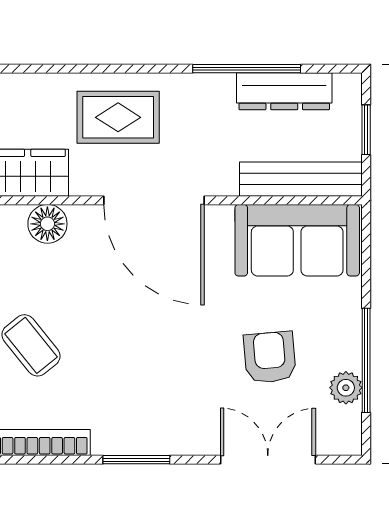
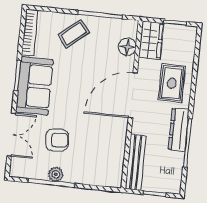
dresser: (284, 91) -> (179, 130), moved
sofa: (297, 240) -> (34, 86), moved, turned 180
plant: (346, 388) -> (56, 174), moved

